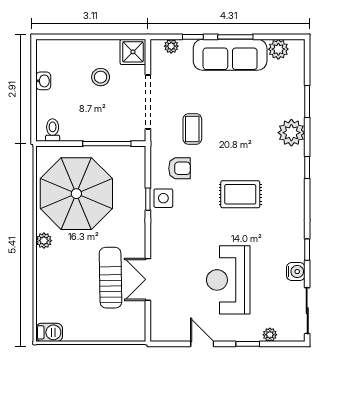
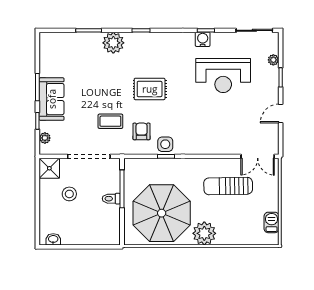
plant: (278, 49) -> (47, 53), removed
sofa: (230, 55) -> (52, 99), width x0.73
washbasin: (43, 81) -> (53, 239), moved
toilet: (53, 130) -> (111, 199), moved
rug: (240, 194) -> (150, 89), moved, turned 90
plant: (44, 241) -> (204, 233), width x1.87, depth x1.87
water cooler: (296, 272) -> (203, 39), moved
double door: (148, 279) -> (258, 156), moved
reception desk: (228, 280) -> (223, 76), moved
barbecue: (49, 332) -> (272, 222), moved

